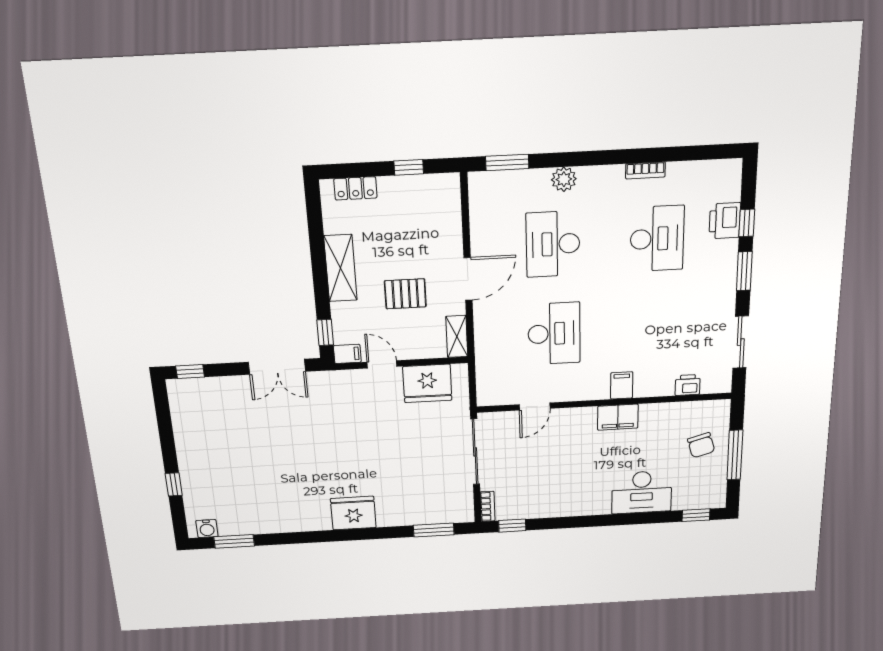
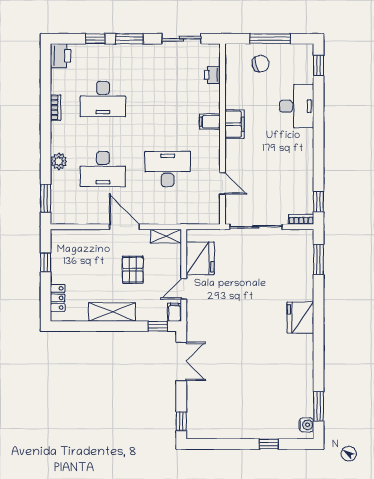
printer: (725, 221) -> (61, 56), moved, turned -90
desk: (657, 239) -> (103, 99), turned 180

